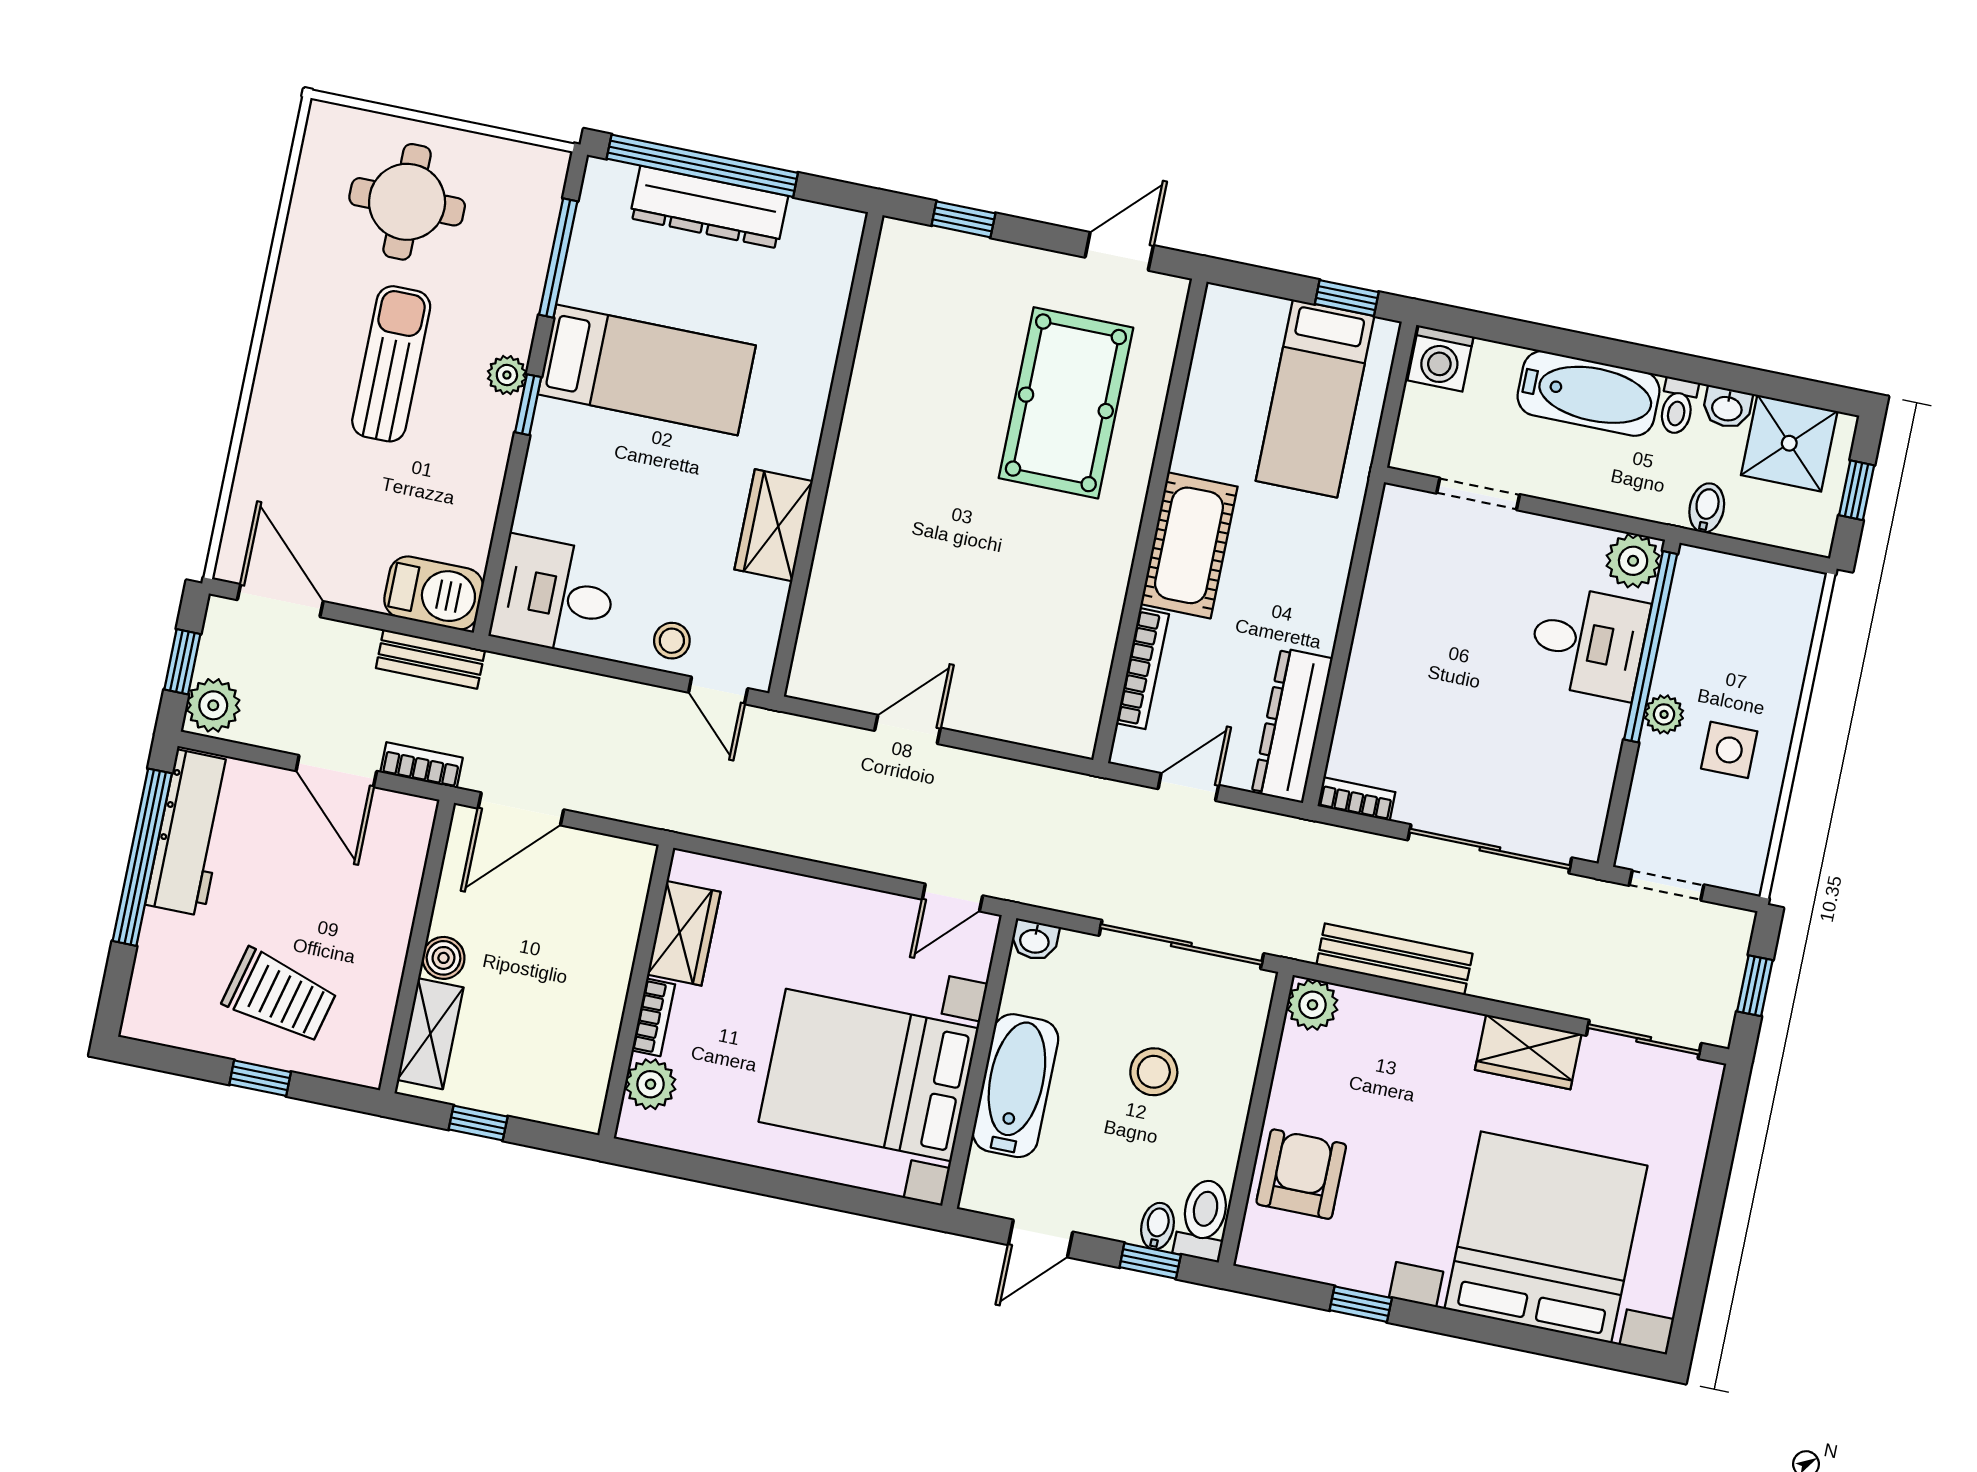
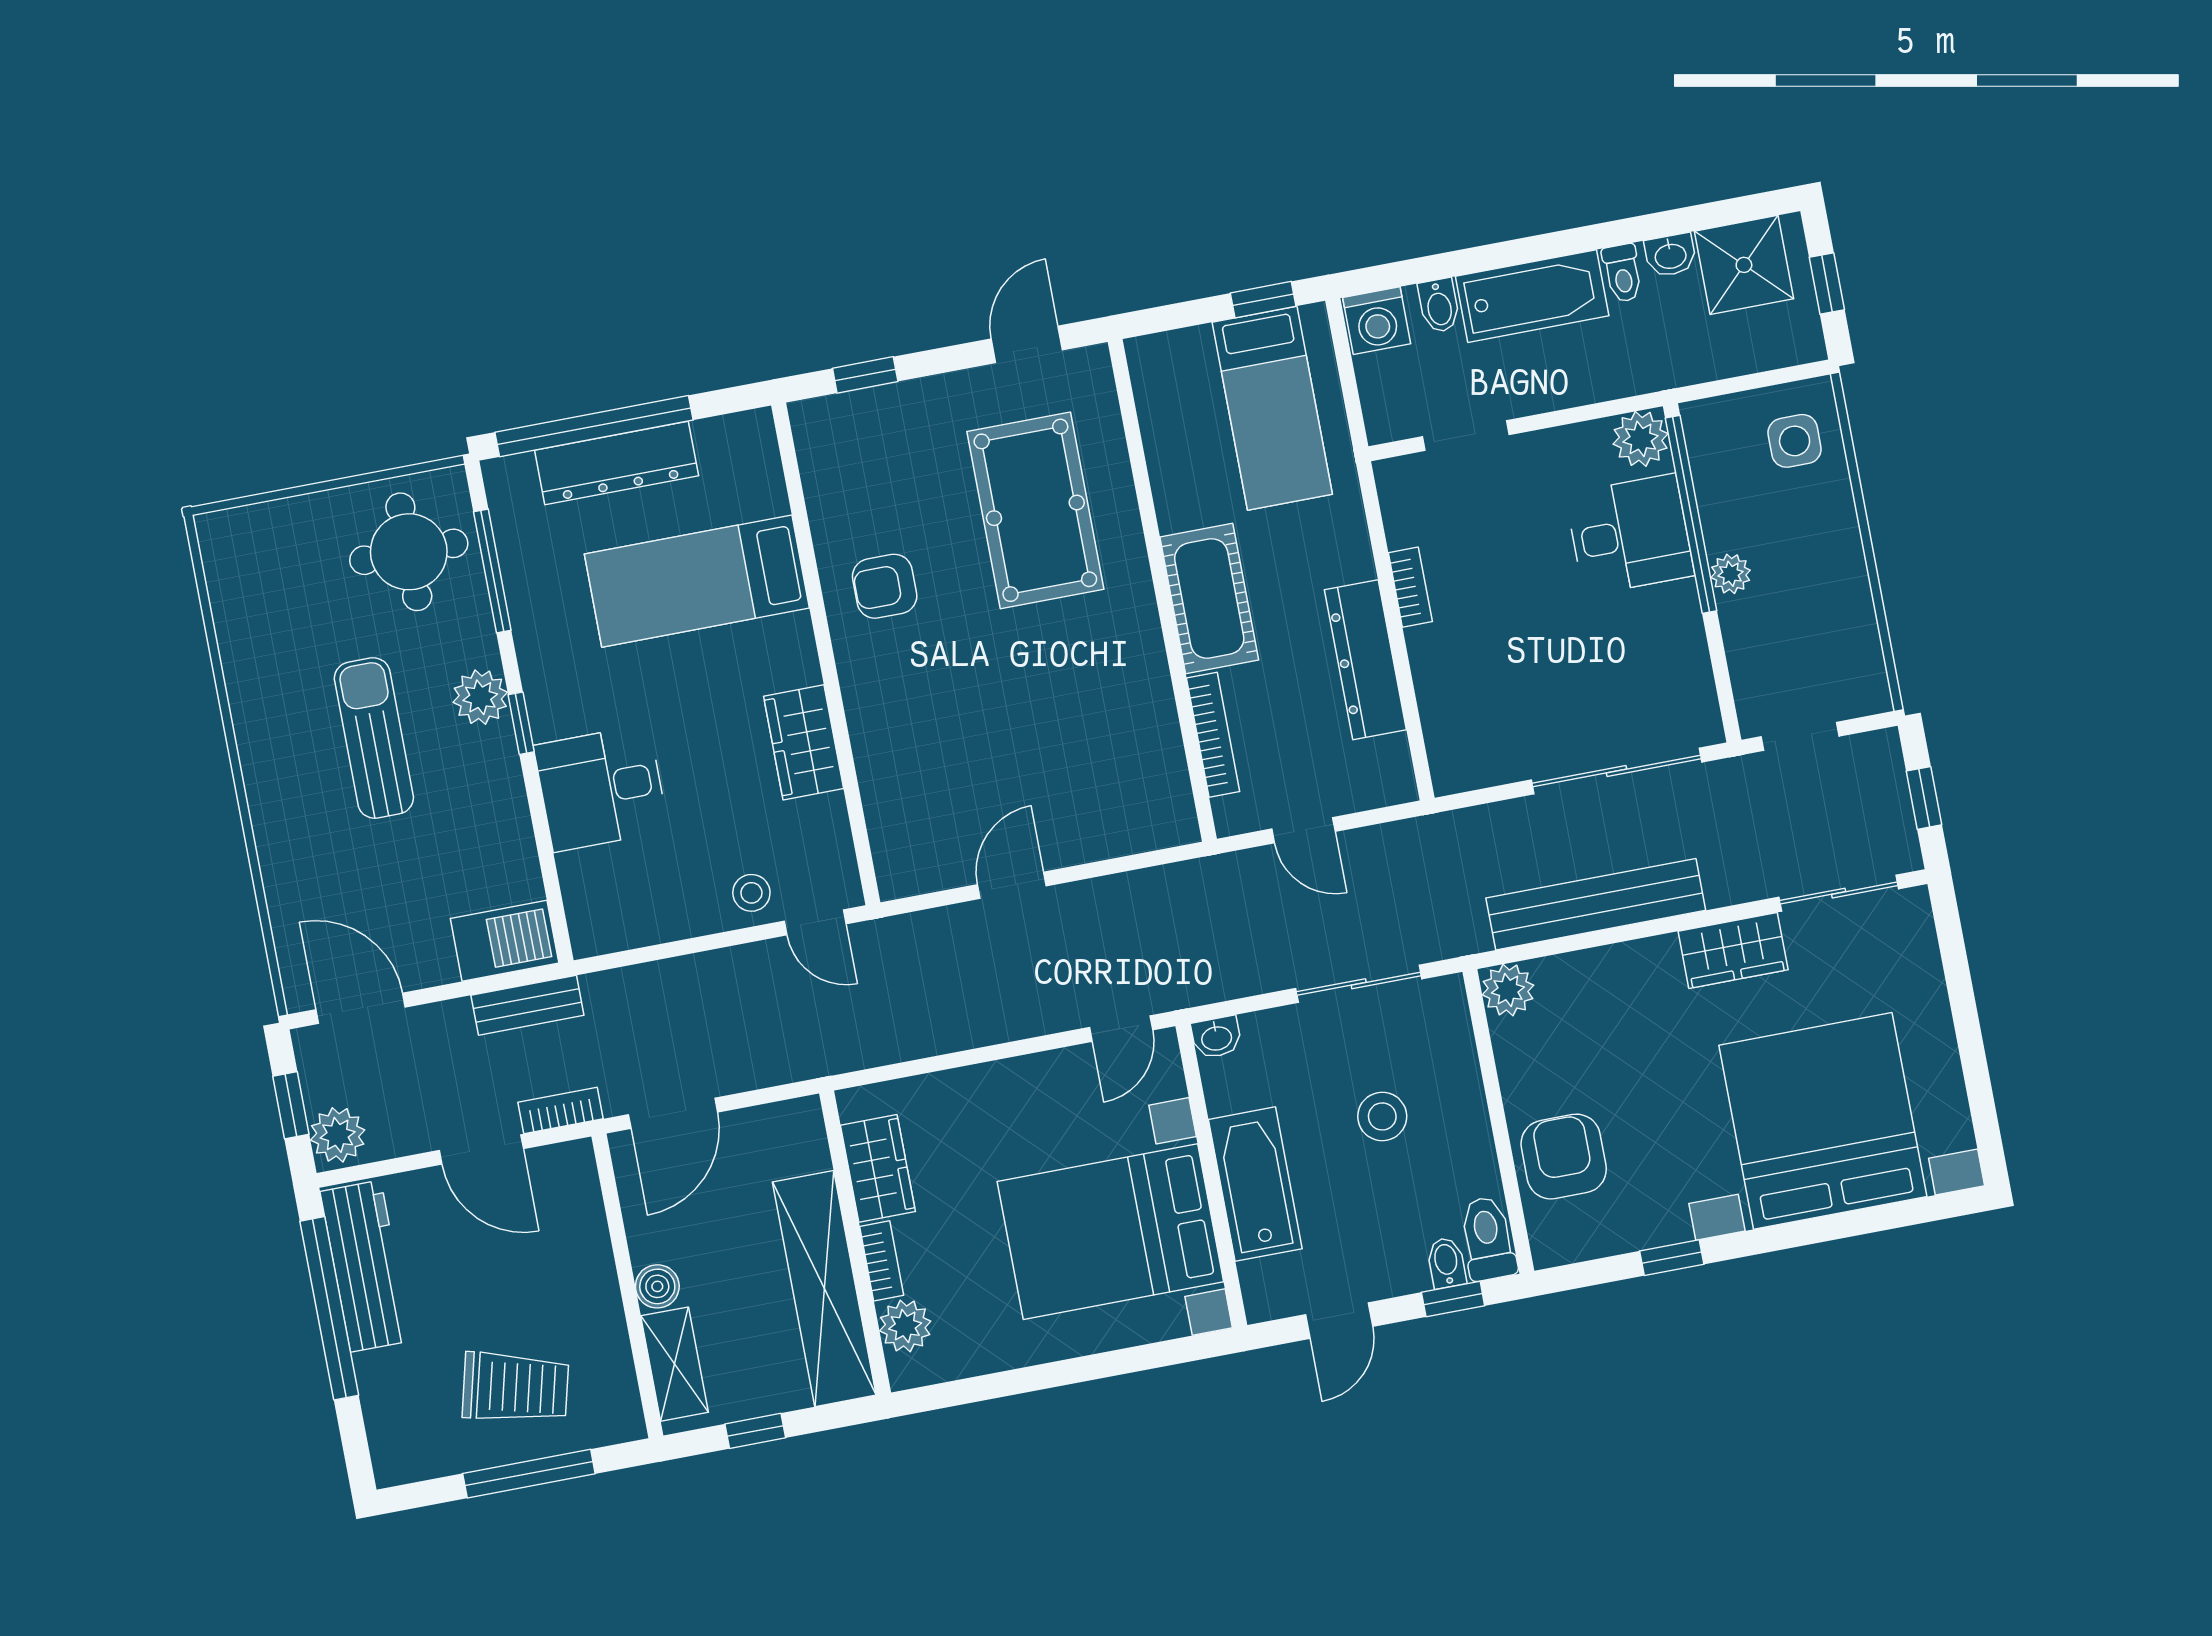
round table: (407, 202) -> (409, 552), moved
bed: (647, 370) -> (697, 581), moved, turned 180
plant: (507, 375) -> (480, 697), width x1.38, depth x1.38
armchair: (903, 415) -> (885, 586), added
bidet: (1707, 508) -> (1439, 305), moved, turned 180
desk: (555, 596) -> (601, 788), moved
dresser: (1292, 725) -> (1365, 660), moved
side table: (1729, 750) -> (1795, 441), moved
door: (1188, 787) -> (1303, 830), swing flipped
bookcase: (1356, 799) -> (1410, 587), moved, turned 90
sliding door: (1181, 944) -> (1359, 984), width x0.73
bench: (1394, 959) -> (1596, 904), width x1.37, depth x1.21
shelving: (592, 1021) -> (824, 1289), added
window: (260, 1078) -> (529, 1474), width x2.17

